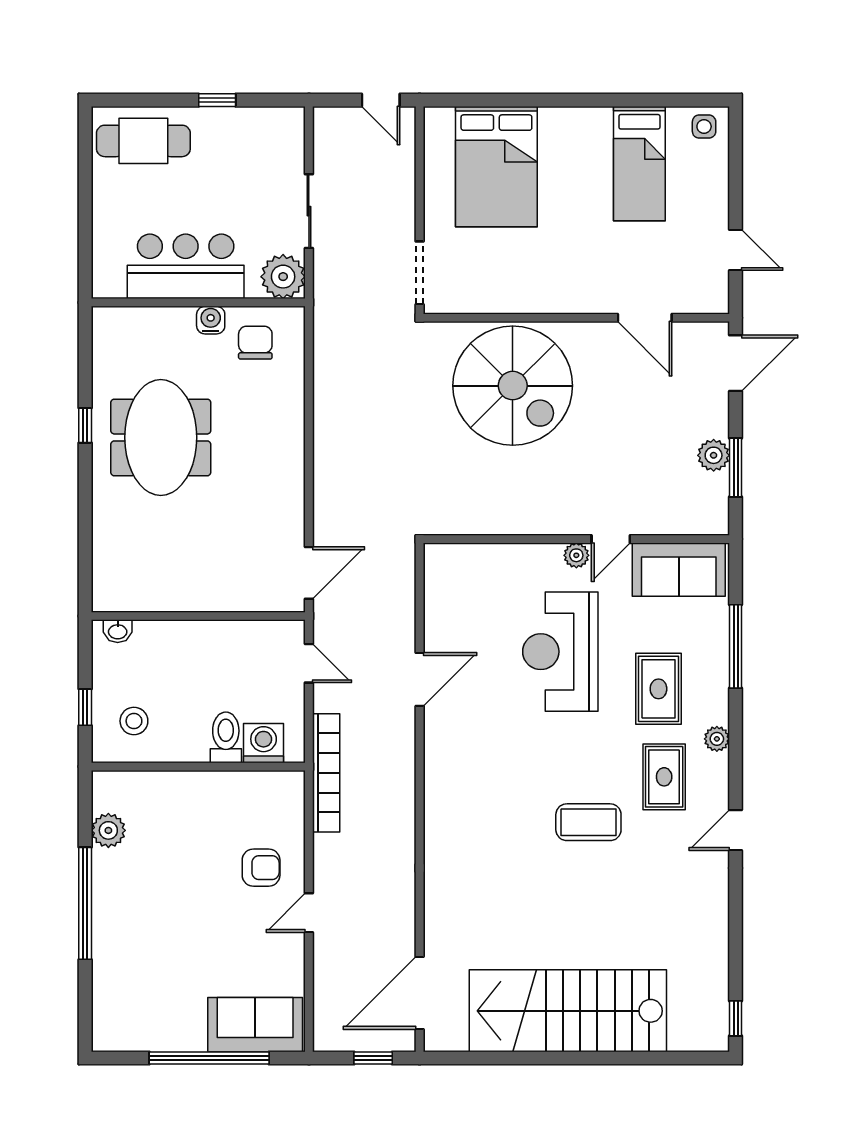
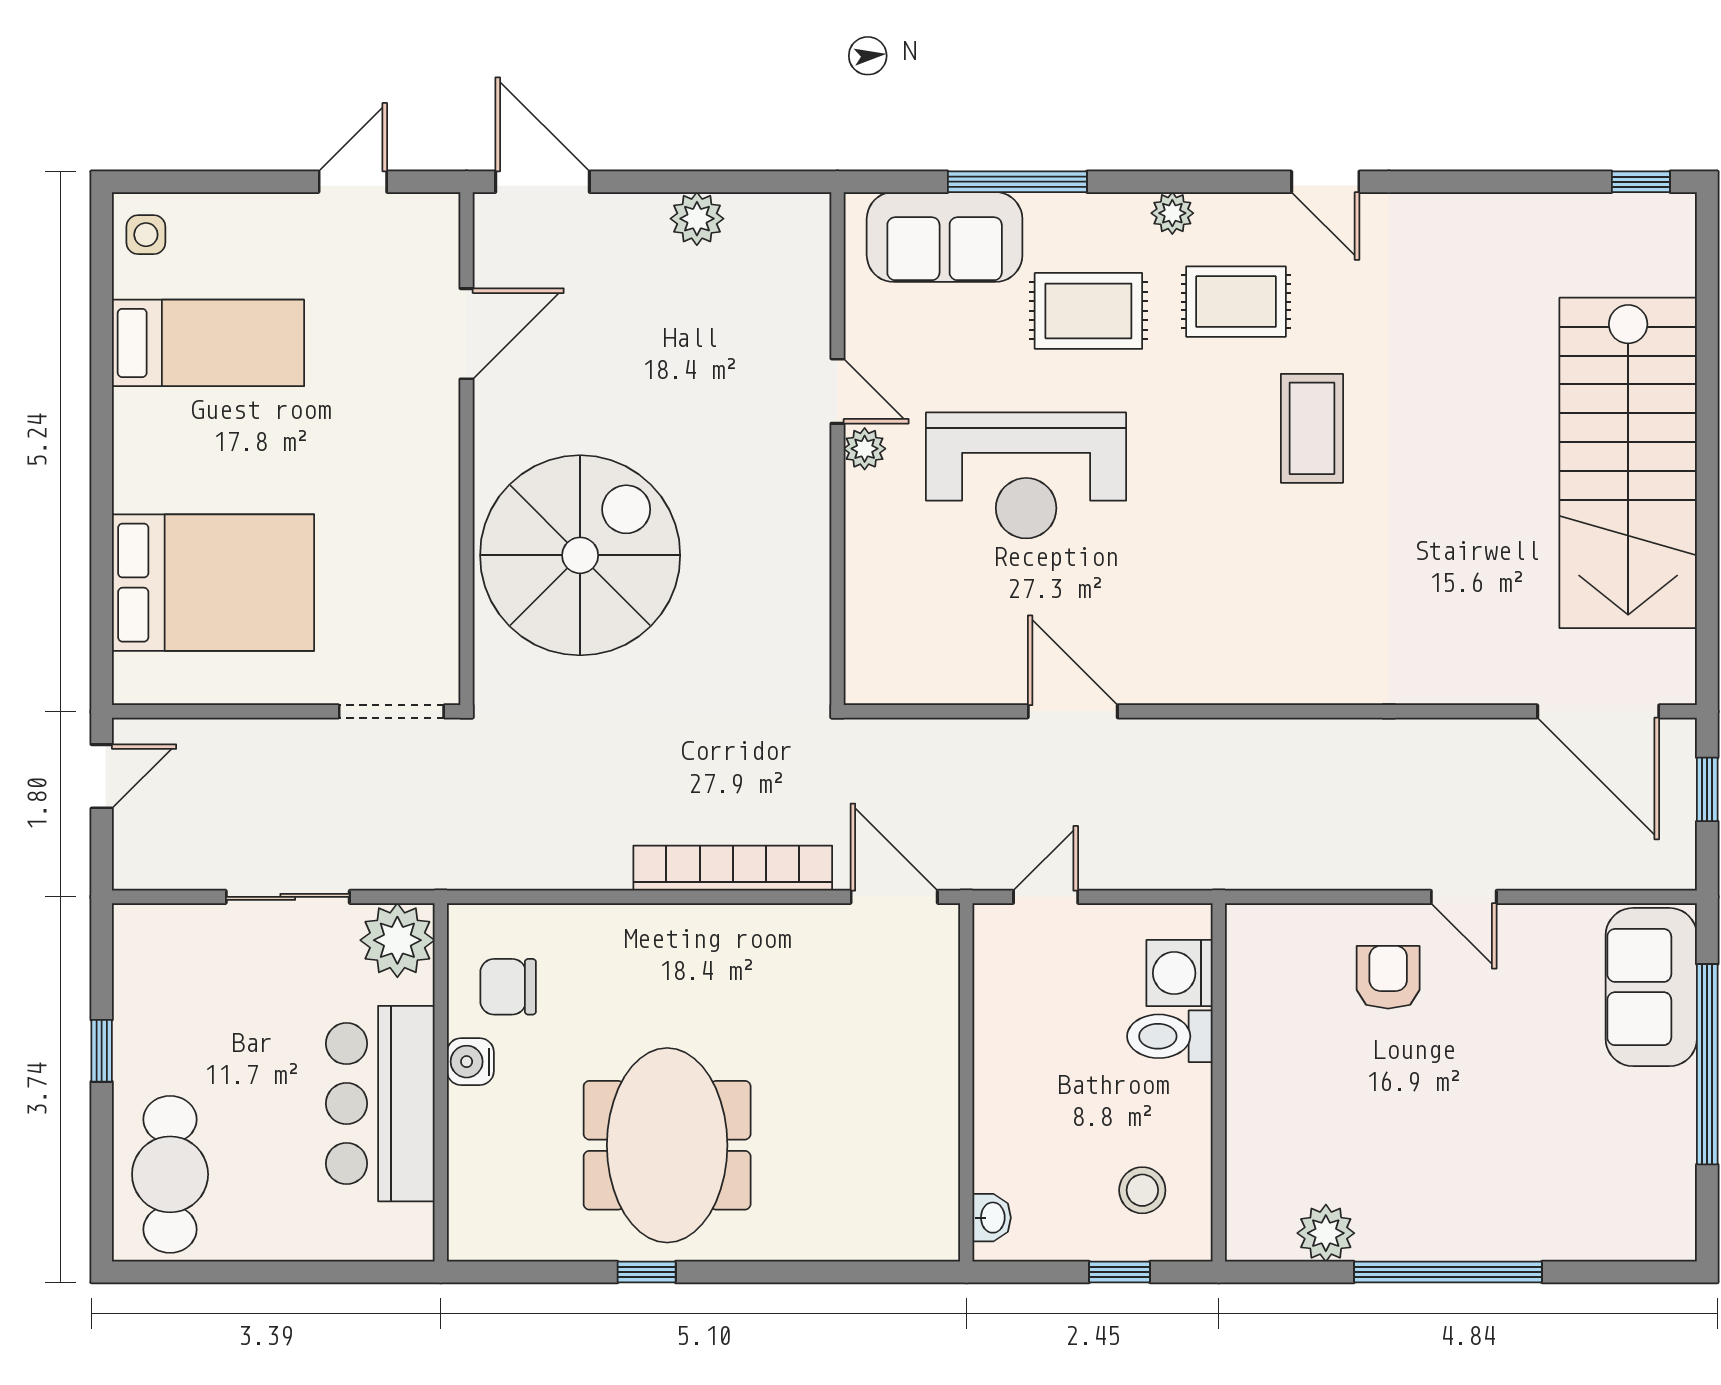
meeting table: (161, 437) -> (667, 1145), turned 90
window: (736, 468) -> (717, 182), removed
sofa: (679, 570) -> (945, 237), moved, turned 90
bookcase: (326, 773) -> (733, 868), moved

